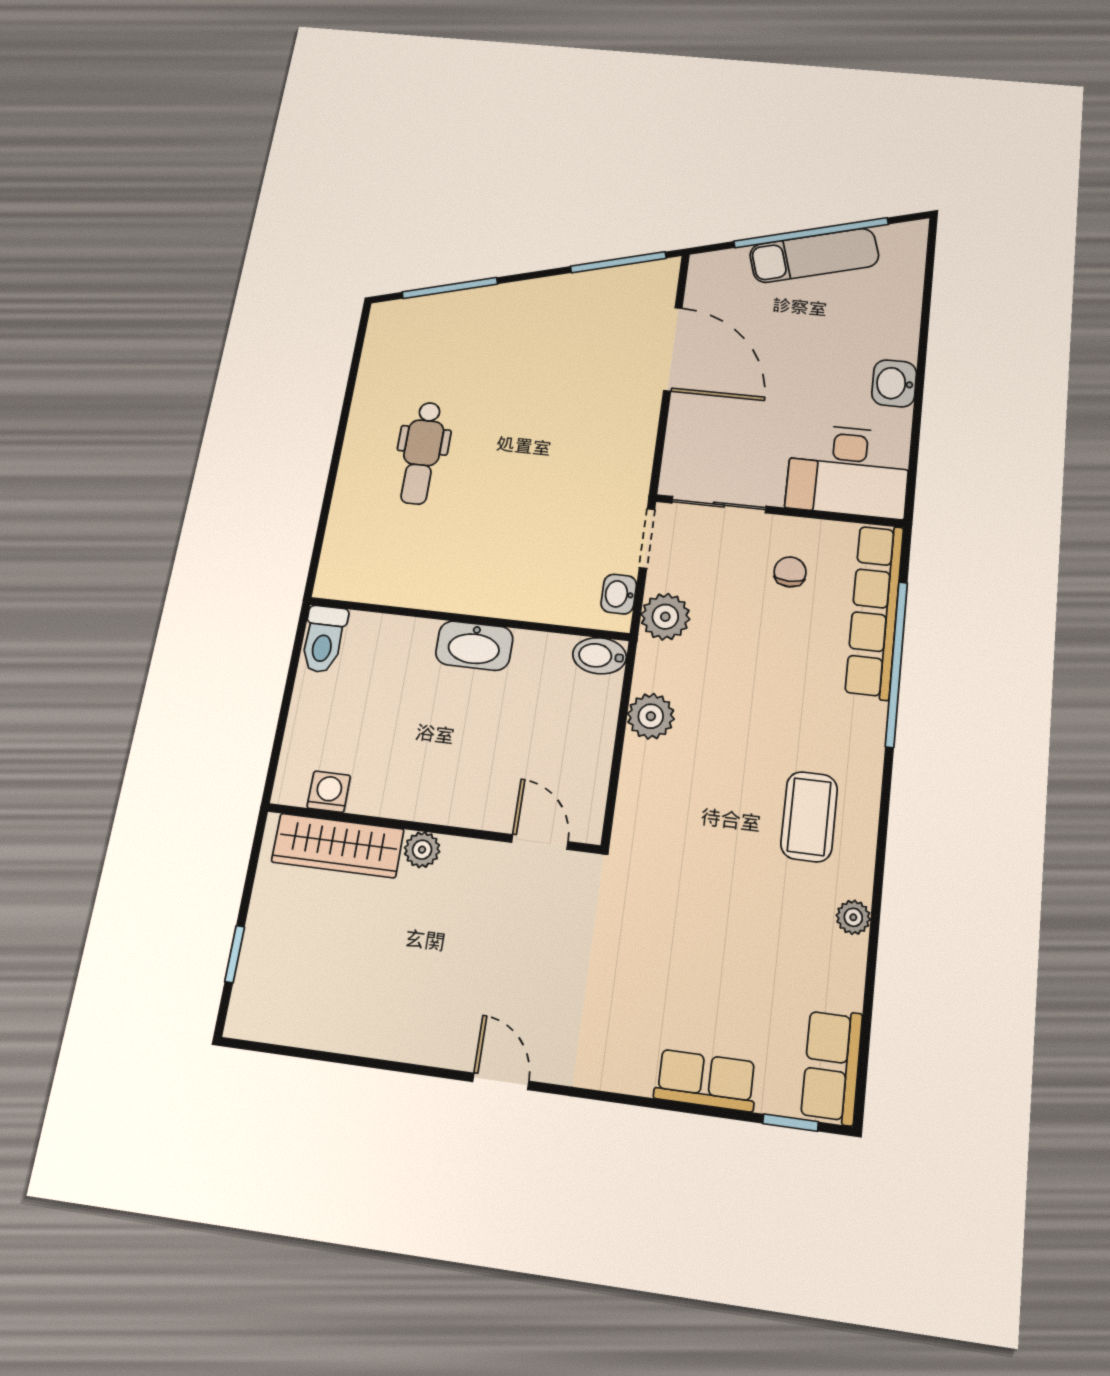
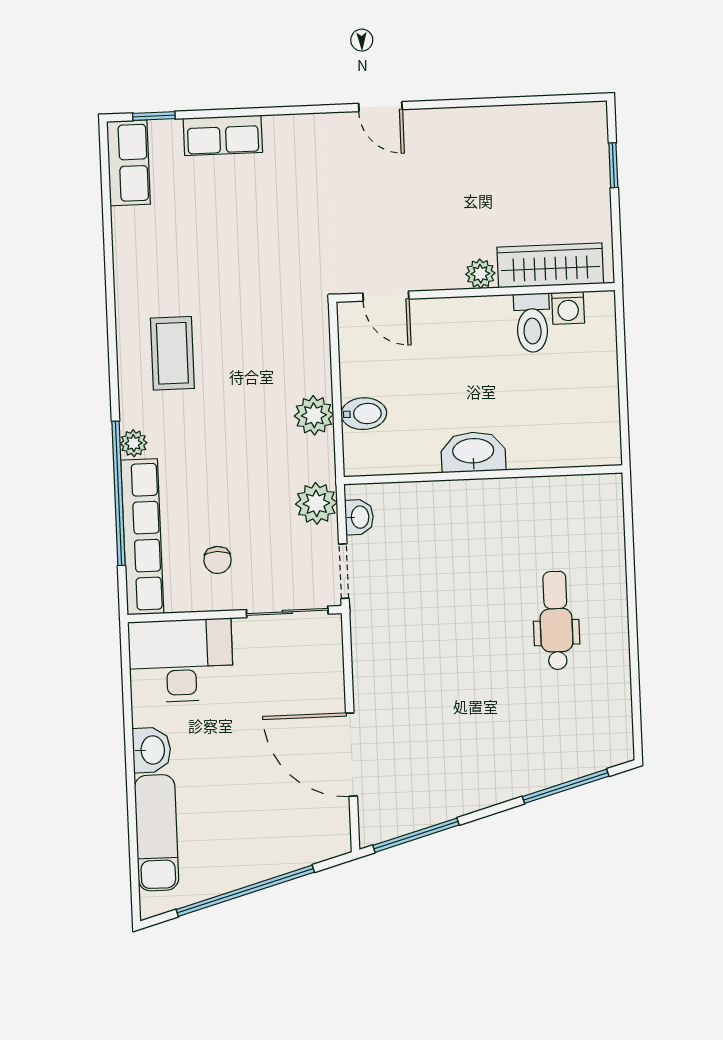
exam couch: (814, 255) -> (157, 833), moved, turned 106
toilet: (324, 639) -> (532, 323), moved, turned 180
bidet: (600, 656) -> (364, 414), moved
plant: (853, 917) -> (134, 443), moved

